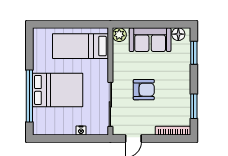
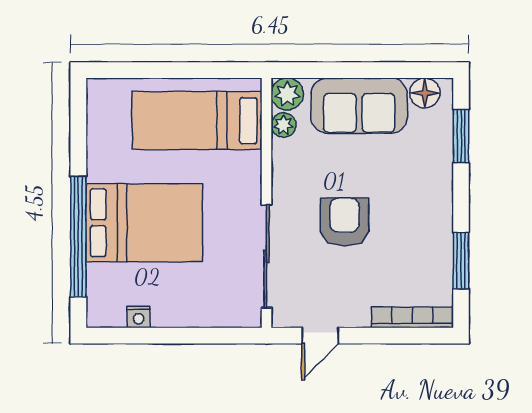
plant: (118, 48) -> (284, 125), added
armchair: (144, 90) -> (344, 222), turned -90
nightstand: (81, 130) -> (139, 317), moved

